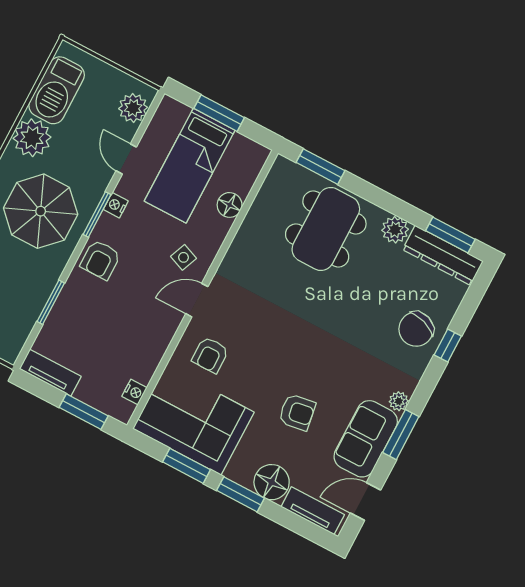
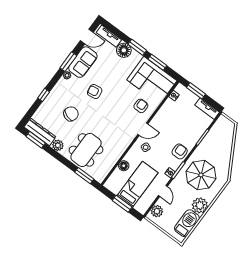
chair: (416, 329) -> (71, 114), moved
armchair: (297, 412) -> (95, 92), moved

